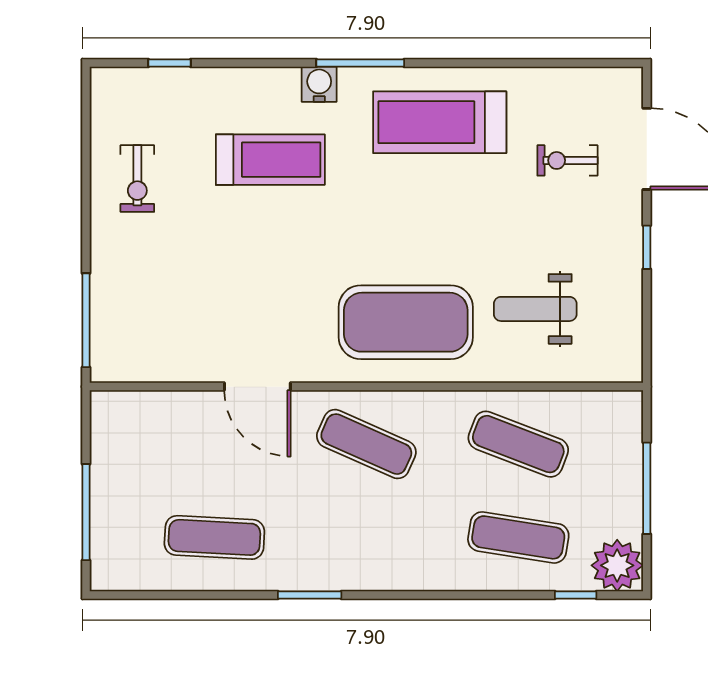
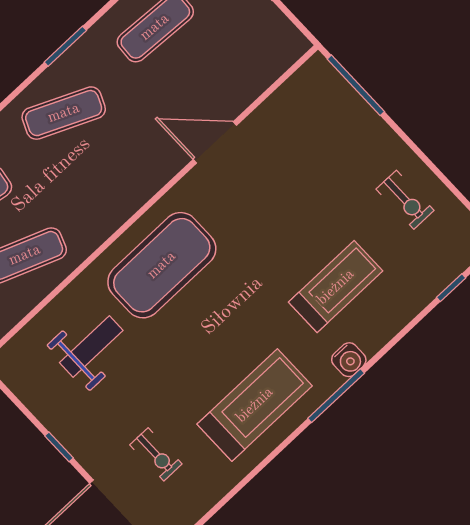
treadmill: (270, 160) -> (336, 287), turned 180
exercise bike: (567, 160) -> (156, 454), turned 90
exercise bike: (137, 179) -> (405, 200), turned 180
exercise mat: (366, 444) -> (64, 113), moved

